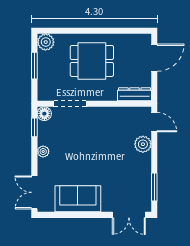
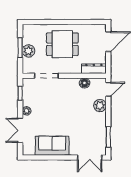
plant: (46, 42) -> (28, 51), moved
floor lamp: (44, 114) -> (85, 83), moved
door: (154, 122) -> (108, 89), hinge flipped
double door: (34, 192) -> (20, 130), moved

